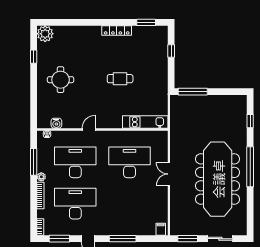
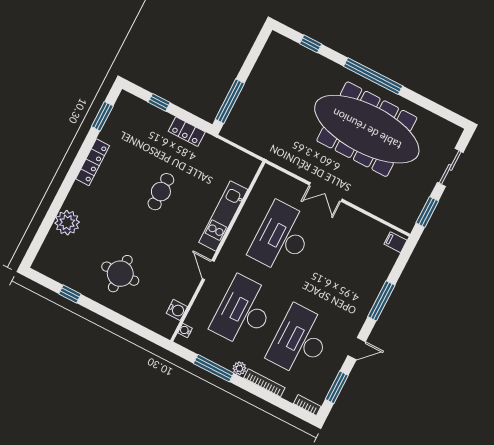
plant: (45, 34) -> (67, 223), moved
locker: (162, 76) -> (187, 132), added
kitchen unit: (145, 122) -> (223, 216), moved

